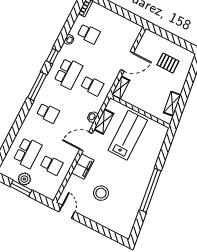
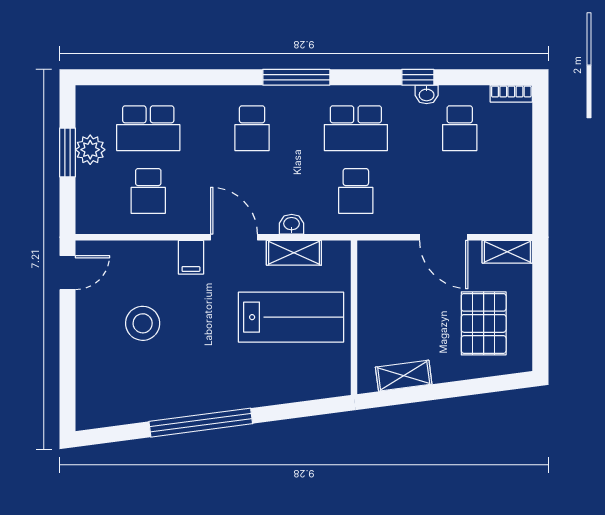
window: (53, 56) -> (418, 77), moved
pallet: (168, 63) -> (484, 323), width x1.50, depth x1.42
shelving: (121, 88) -> (507, 252), moved
filing cabinet: (83, 167) -> (191, 257), width x0.50

